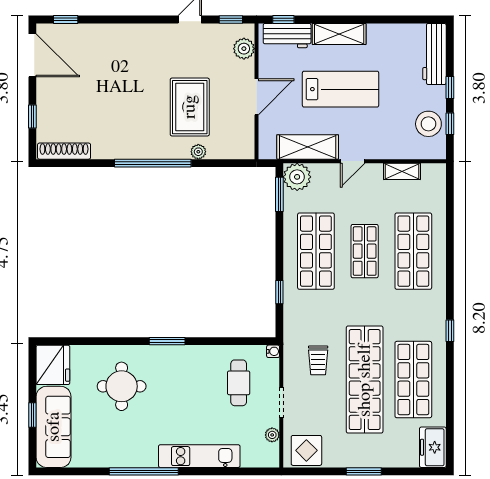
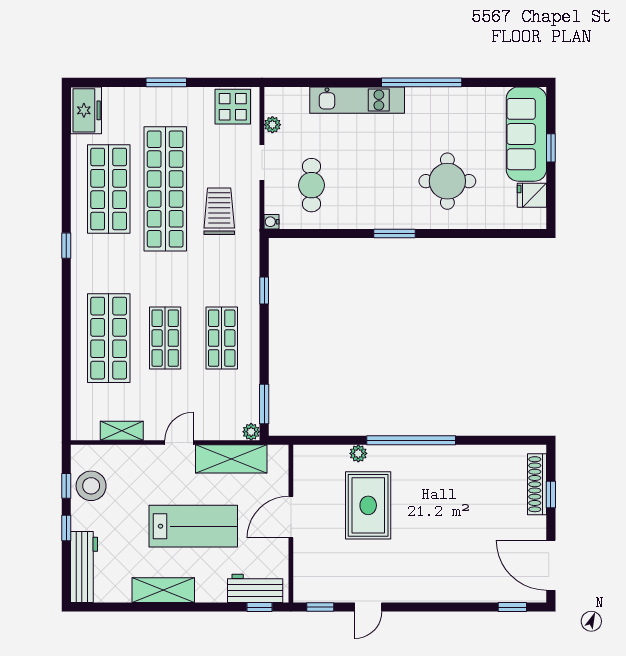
shelving: (339, 34) -> (163, 590), moved
plant: (244, 49) -> (305, 573), removed
lab bench: (341, 89) -> (193, 526), turned 180
shoe rack: (64, 151) -> (537, 484), moved, turned 90
plant: (297, 177) -> (251, 432), width x0.53, depth x0.53
shop shelf: (316, 251) -> (222, 338), width x0.70, depth x0.74
trolley: (318, 360) -> (219, 211), width x1.36, depth x1.39
fridge: (53, 365) -> (532, 195), width x0.53, depth x0.75

